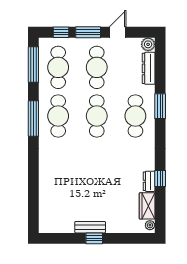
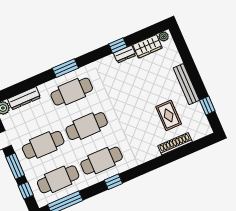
window: (160, 106) -> (65, 68), moved
window: (33, 119) -> (113, 182), width x0.46
shoe rack: (44, 192) -> (175, 144), added
rug: (73, 198) -> (169, 115), added
bench: (90, 227) -> (186, 84), width x1.36
window: (94, 238) -> (207, 106), moved

